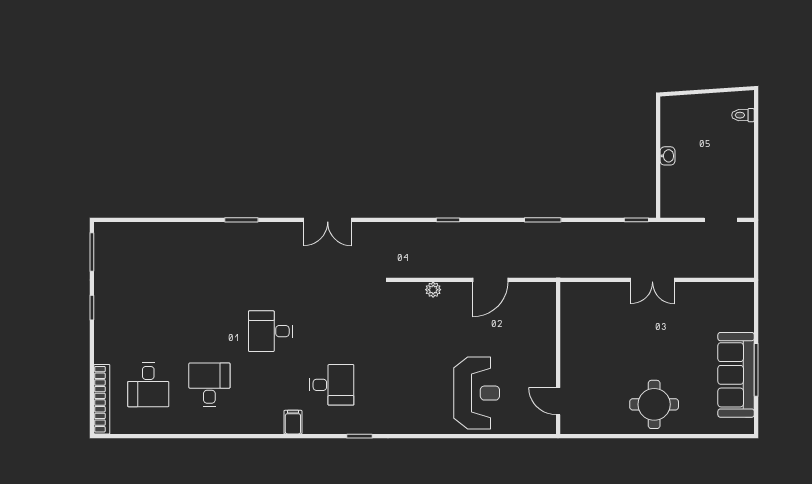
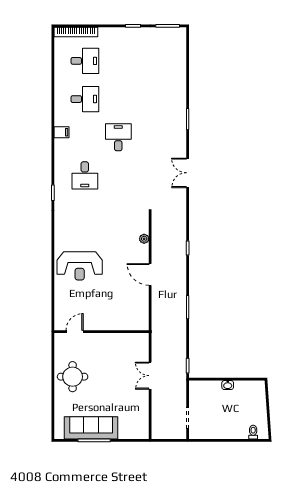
wall: (558, 358) -> (102, 332), moved
desk: (148, 385) -> (85, 61), turned 180
door: (558, 401) -> (75, 332), moved
filing cabinet: (293, 422) -> (62, 132), moved

